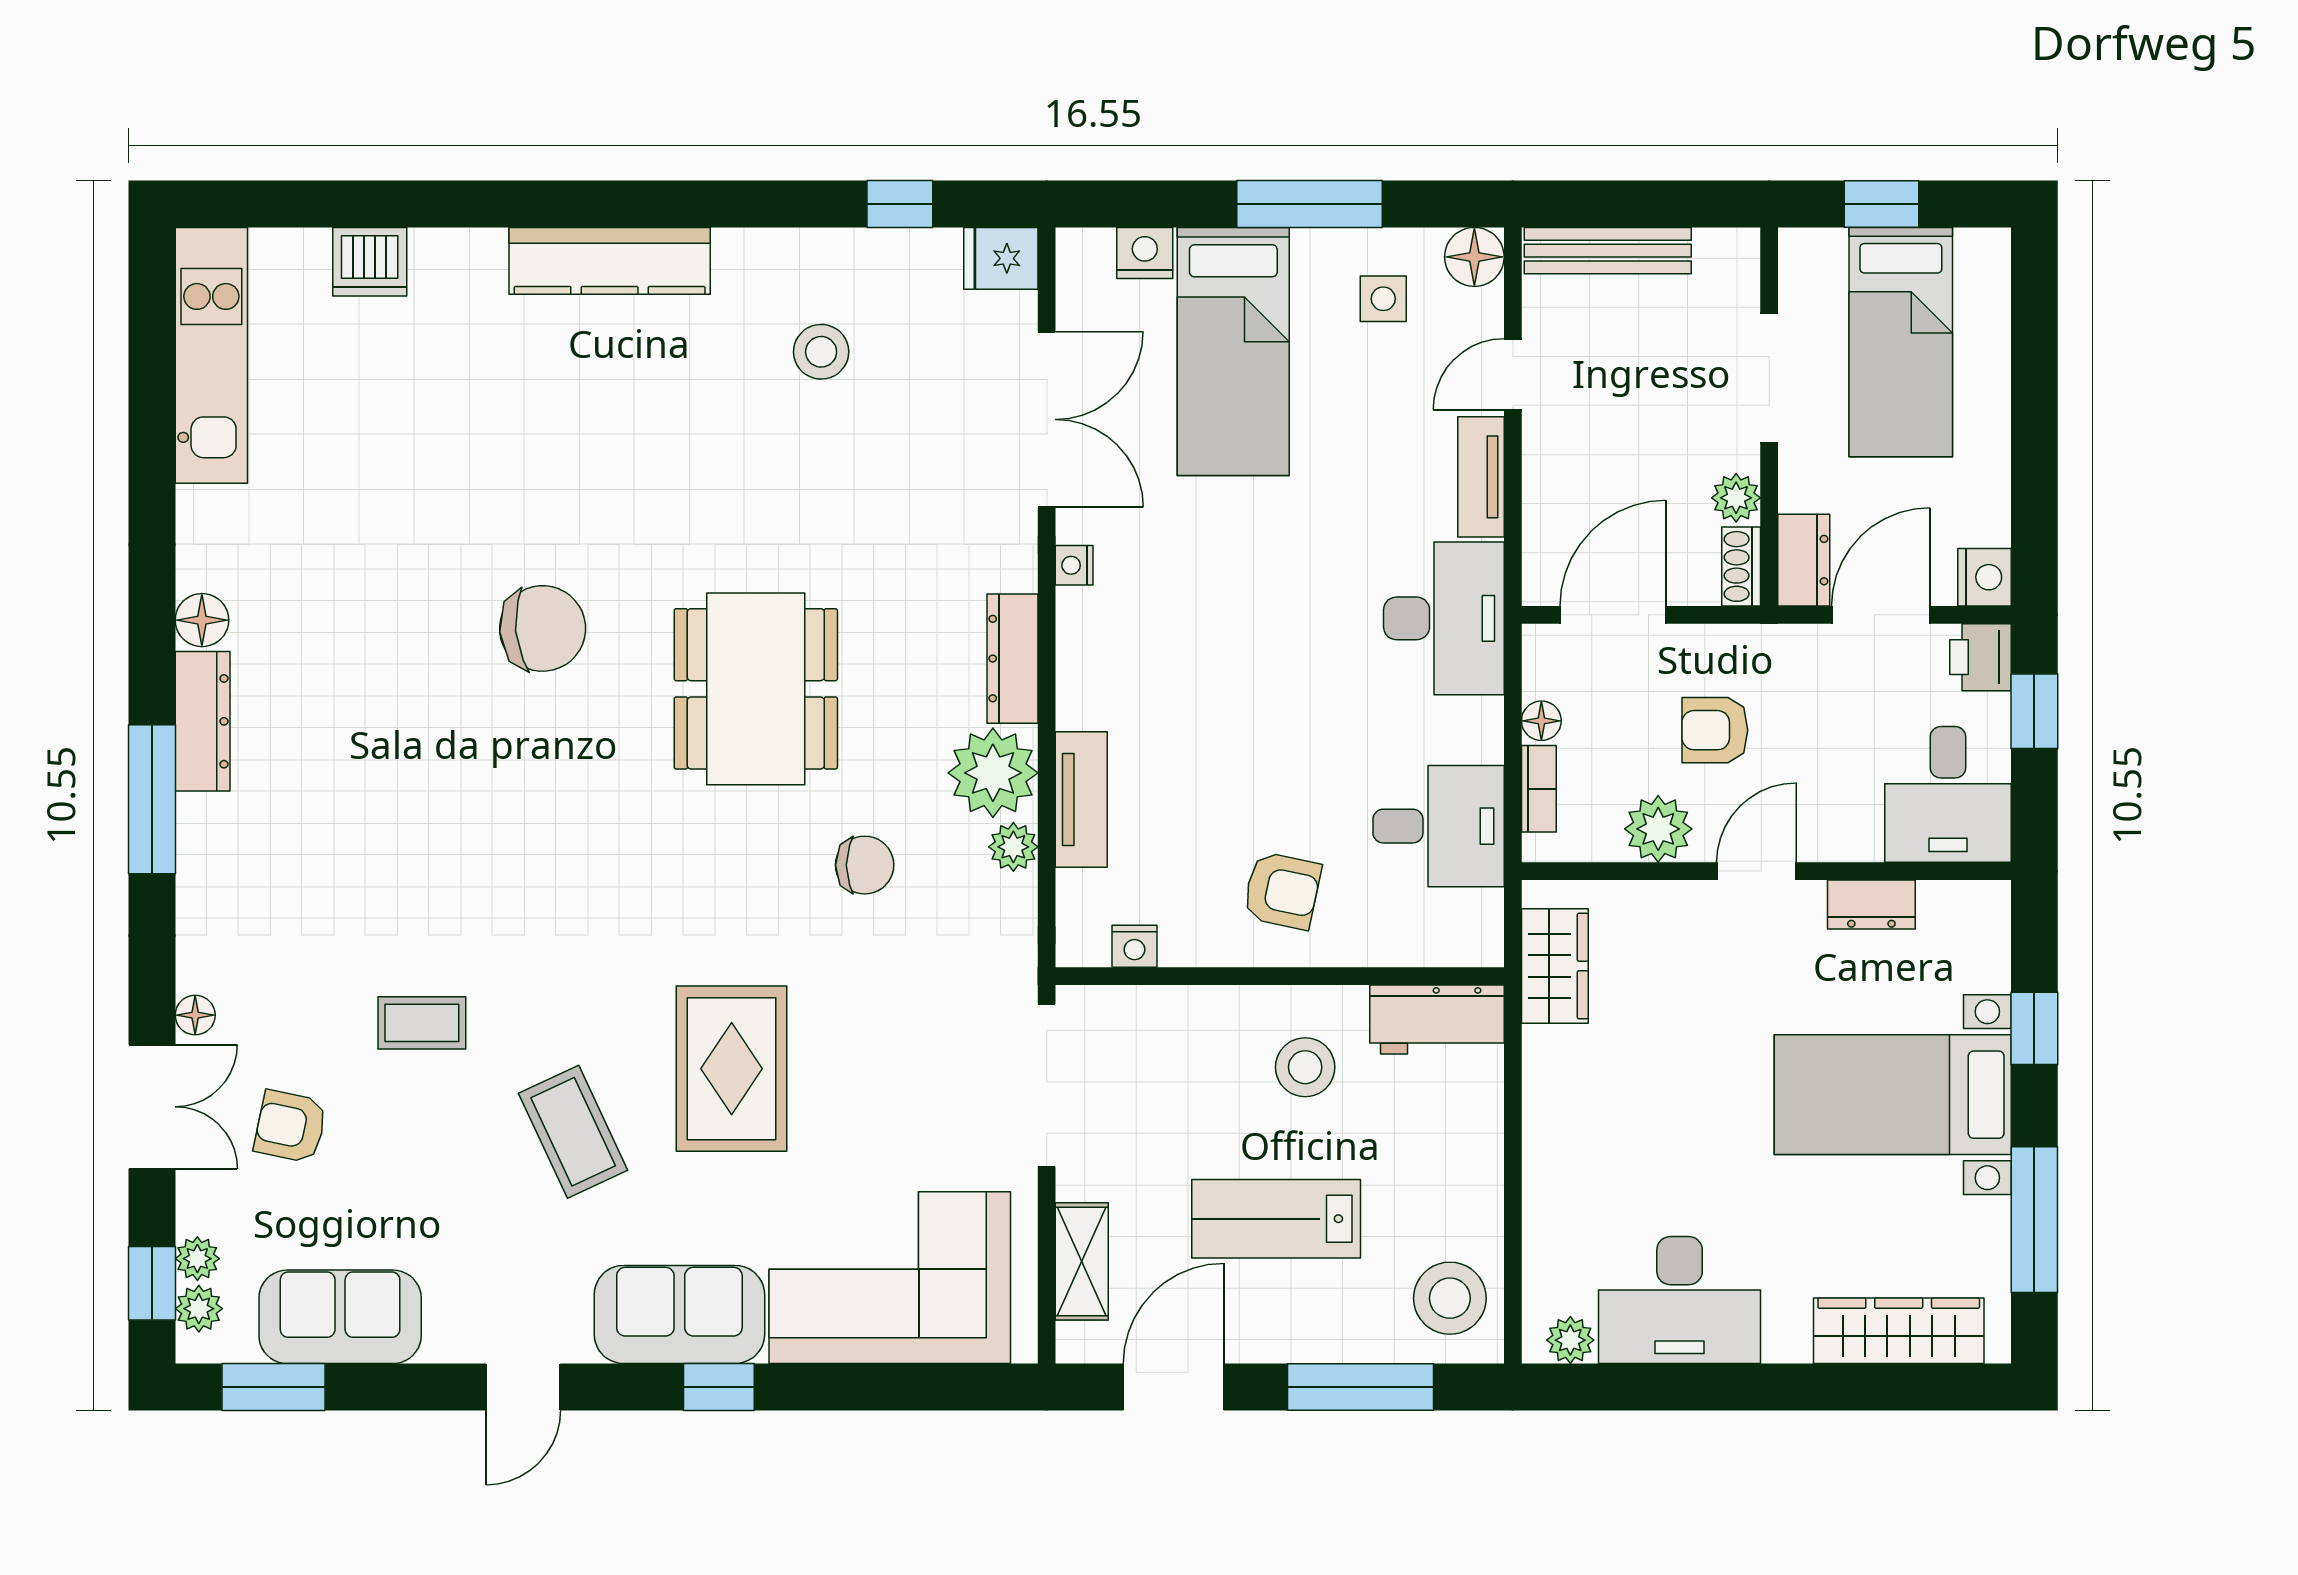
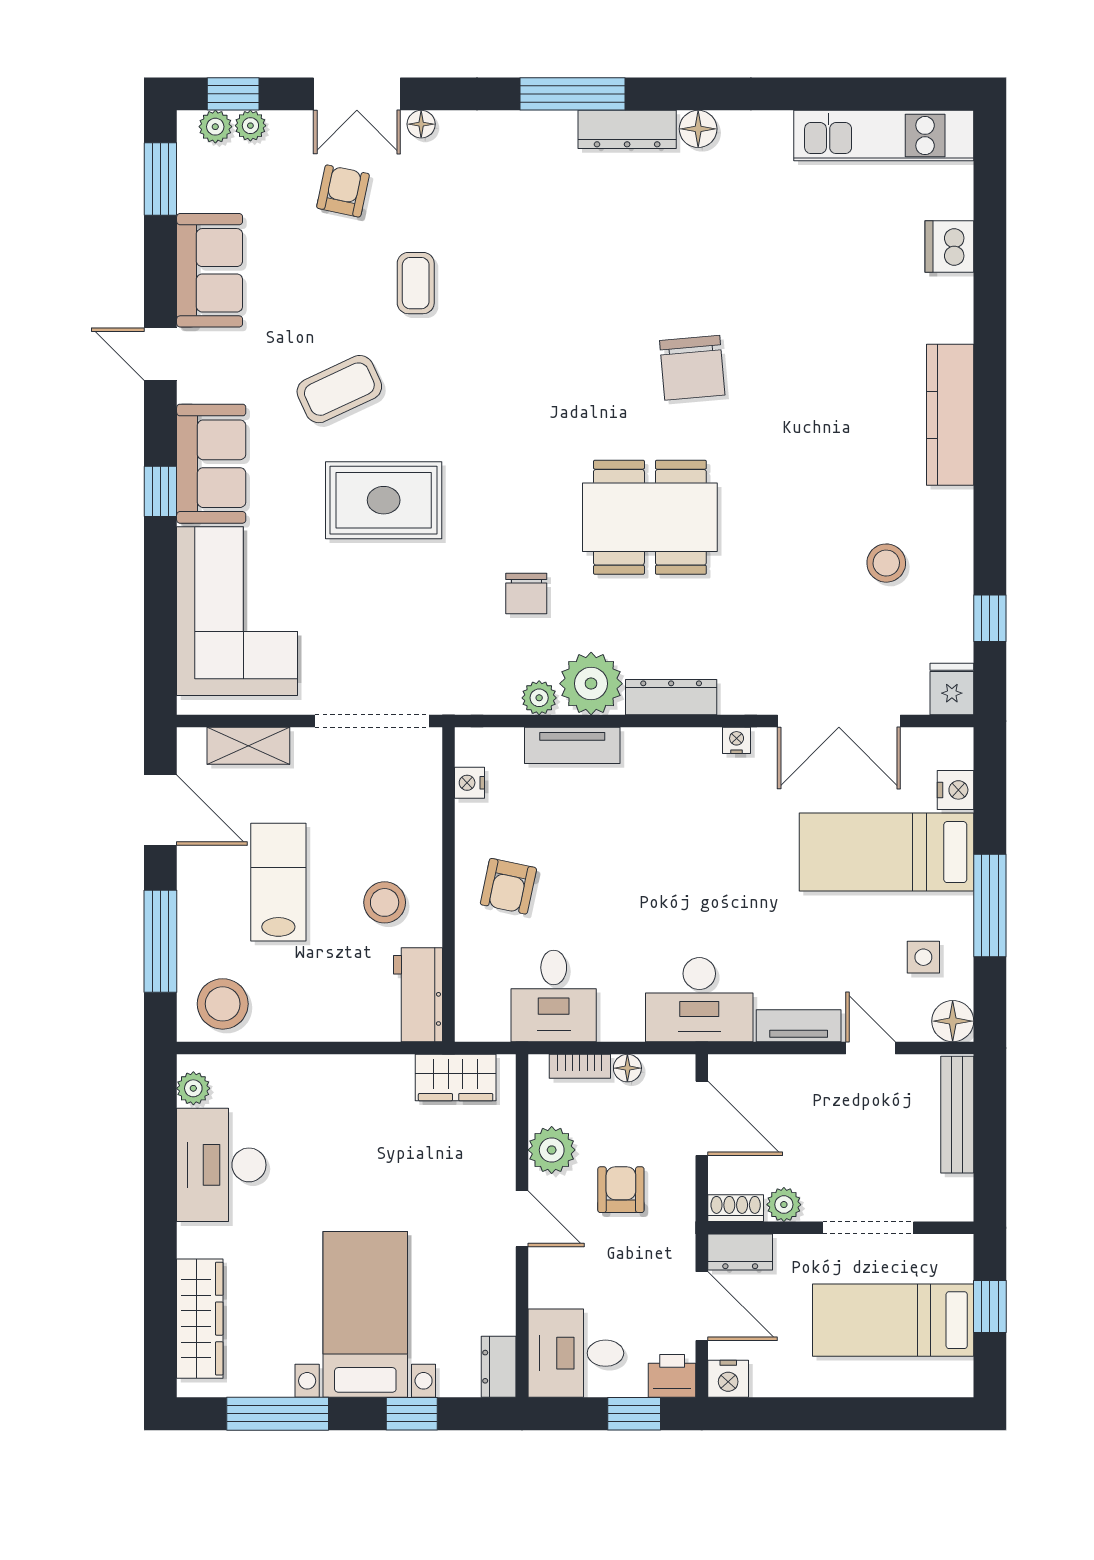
dresser: (1871, 905) -> (499, 1367), moved
sofa: (340, 1317) -> (210, 270), moved

